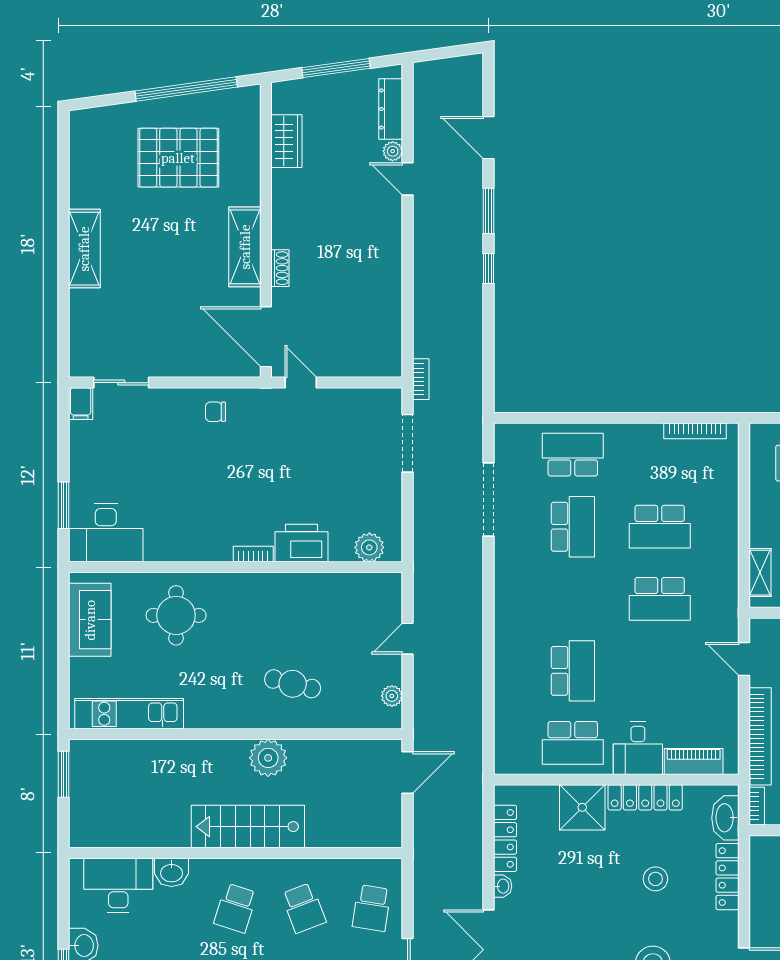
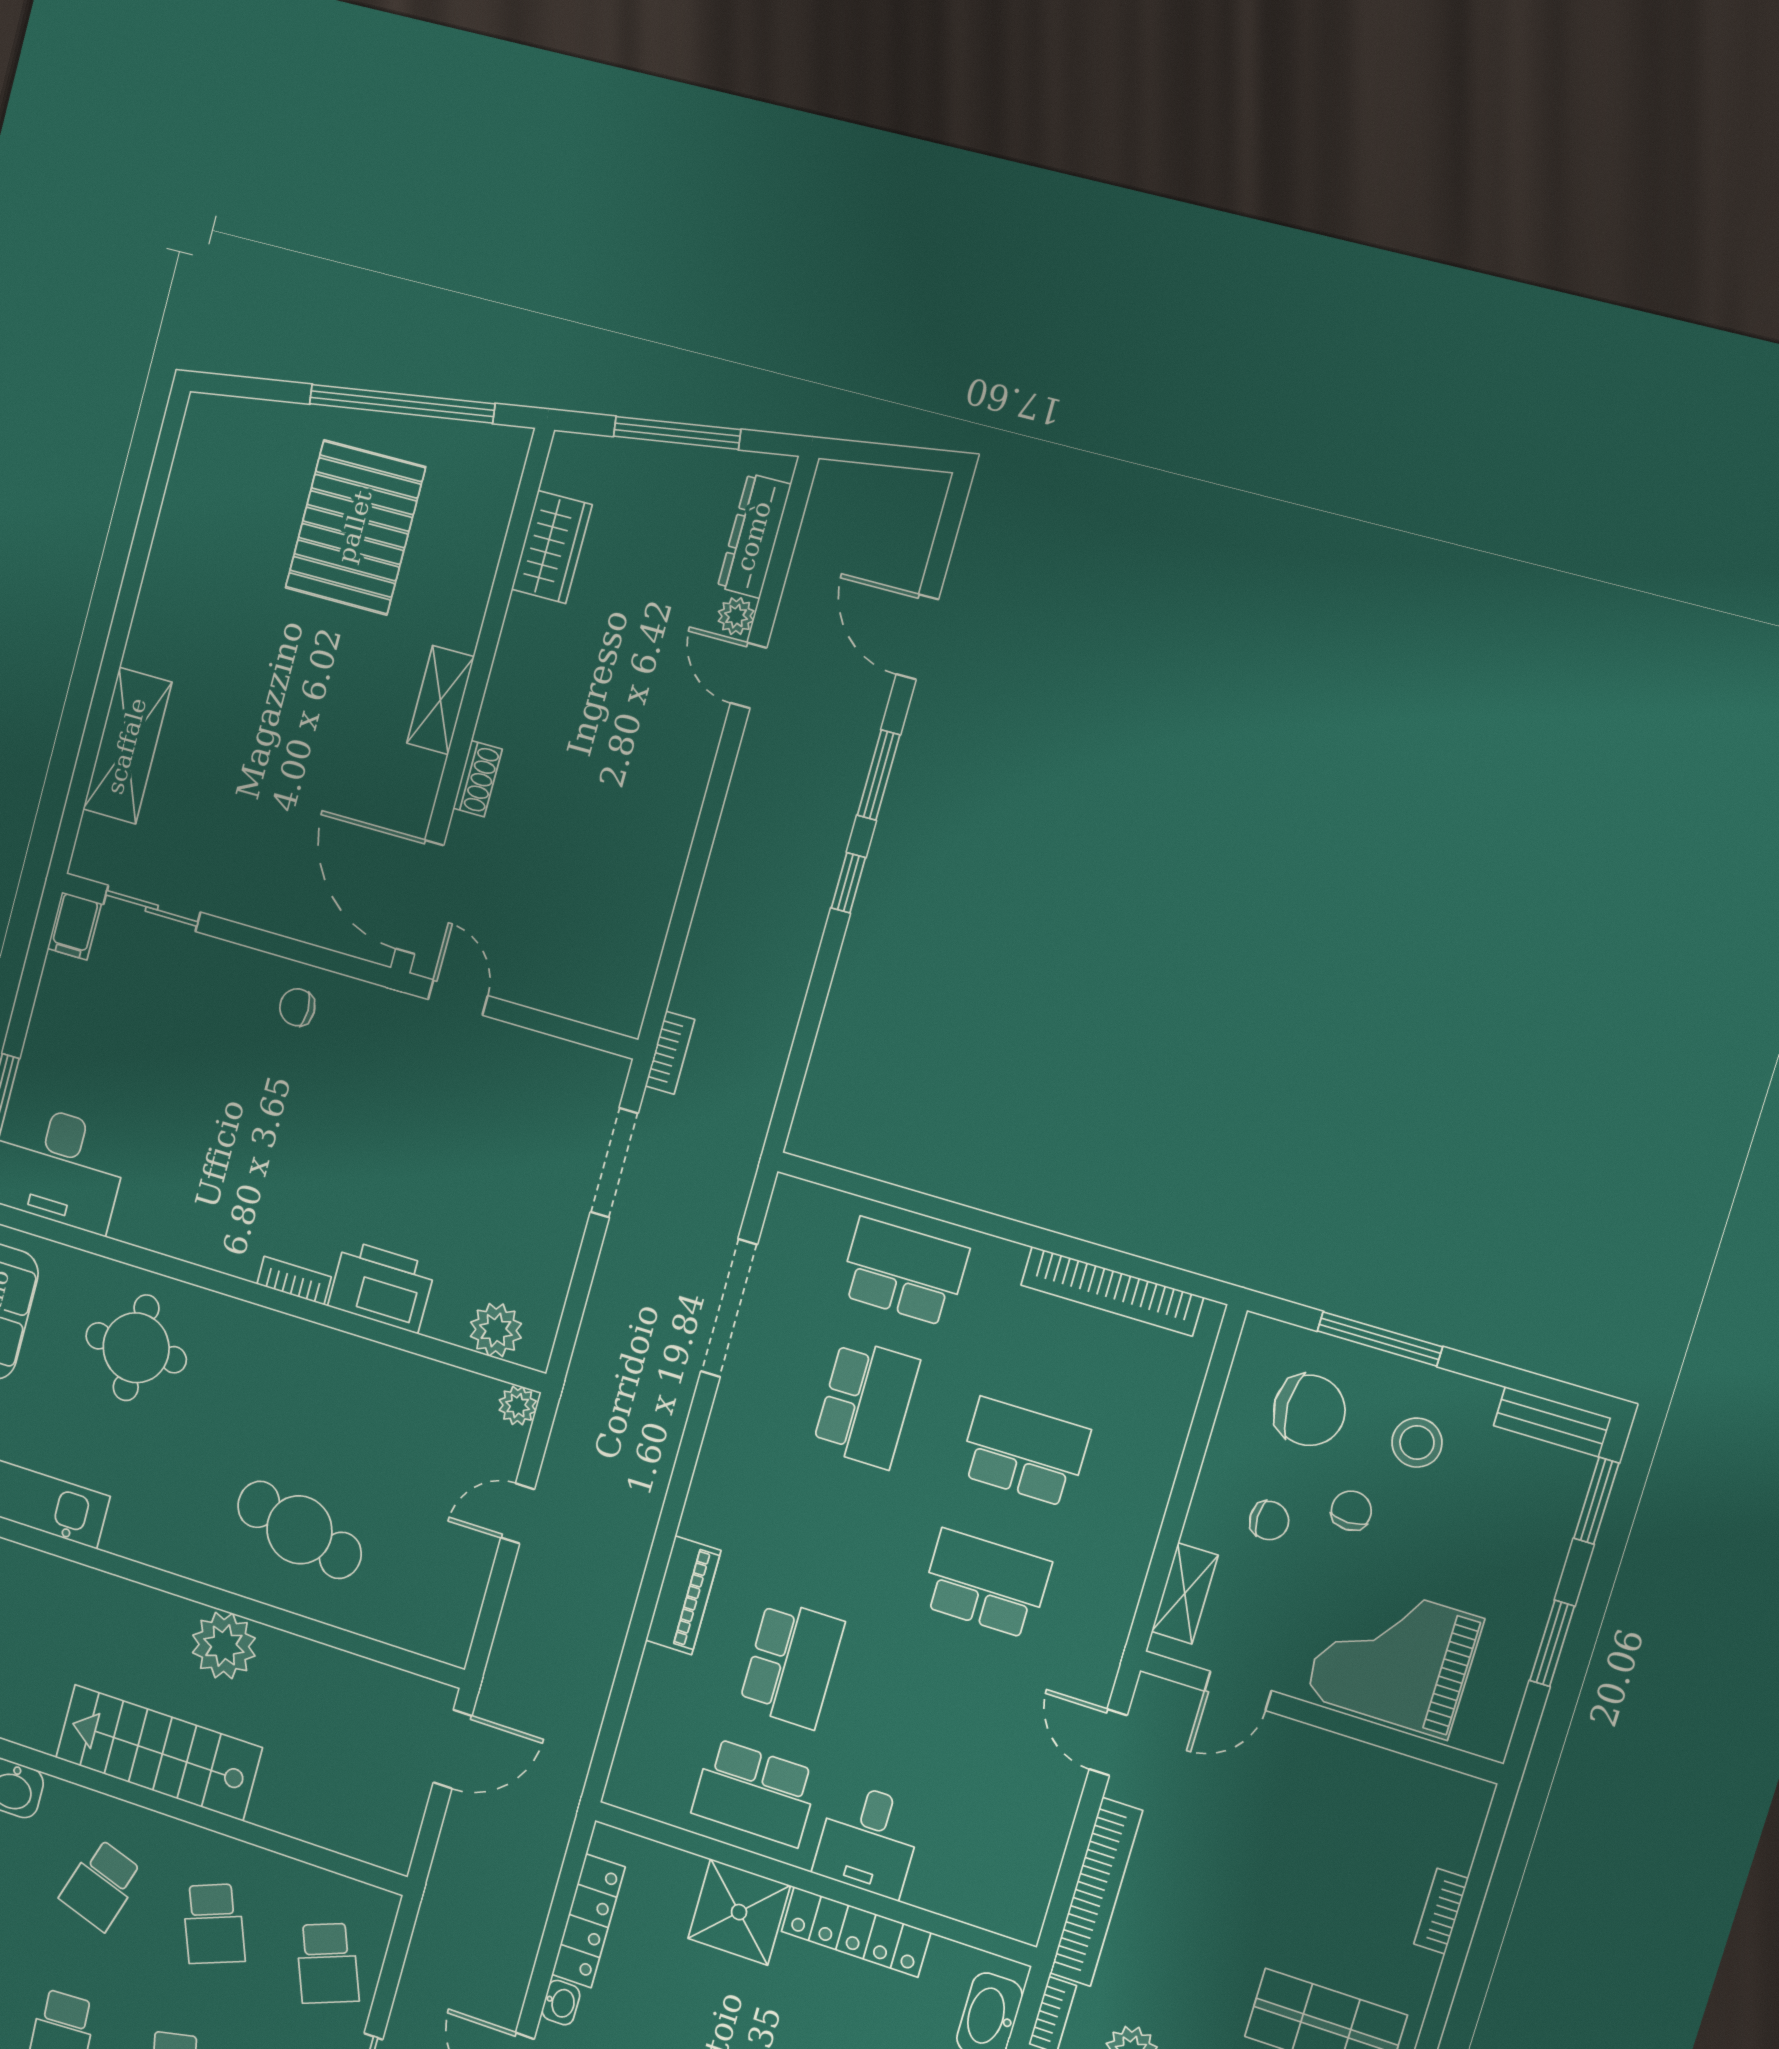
pallet: (178, 158) -> (355, 527), turned 90
shelving: (245, 247) -> (440, 700), width x0.67, depth x0.75
shelving: (84, 249) -> (127, 746), moved
bookcase: (695, 431) -> (1112, 1291), width x1.48, depth x1.31
school desk: (660, 527) -> (1024, 1452), turned 180
school desk: (660, 599) -> (986, 1584), turned 180
cafe table: (293, 684) -> (299, 1530), width x1.37, depth x1.35
plant: (392, 696) -> (518, 1406), moved
piano: (694, 762) -> (683, 1595), moved, turned 90
school desk: (372, 908) -> (327, 1963), turned -30

